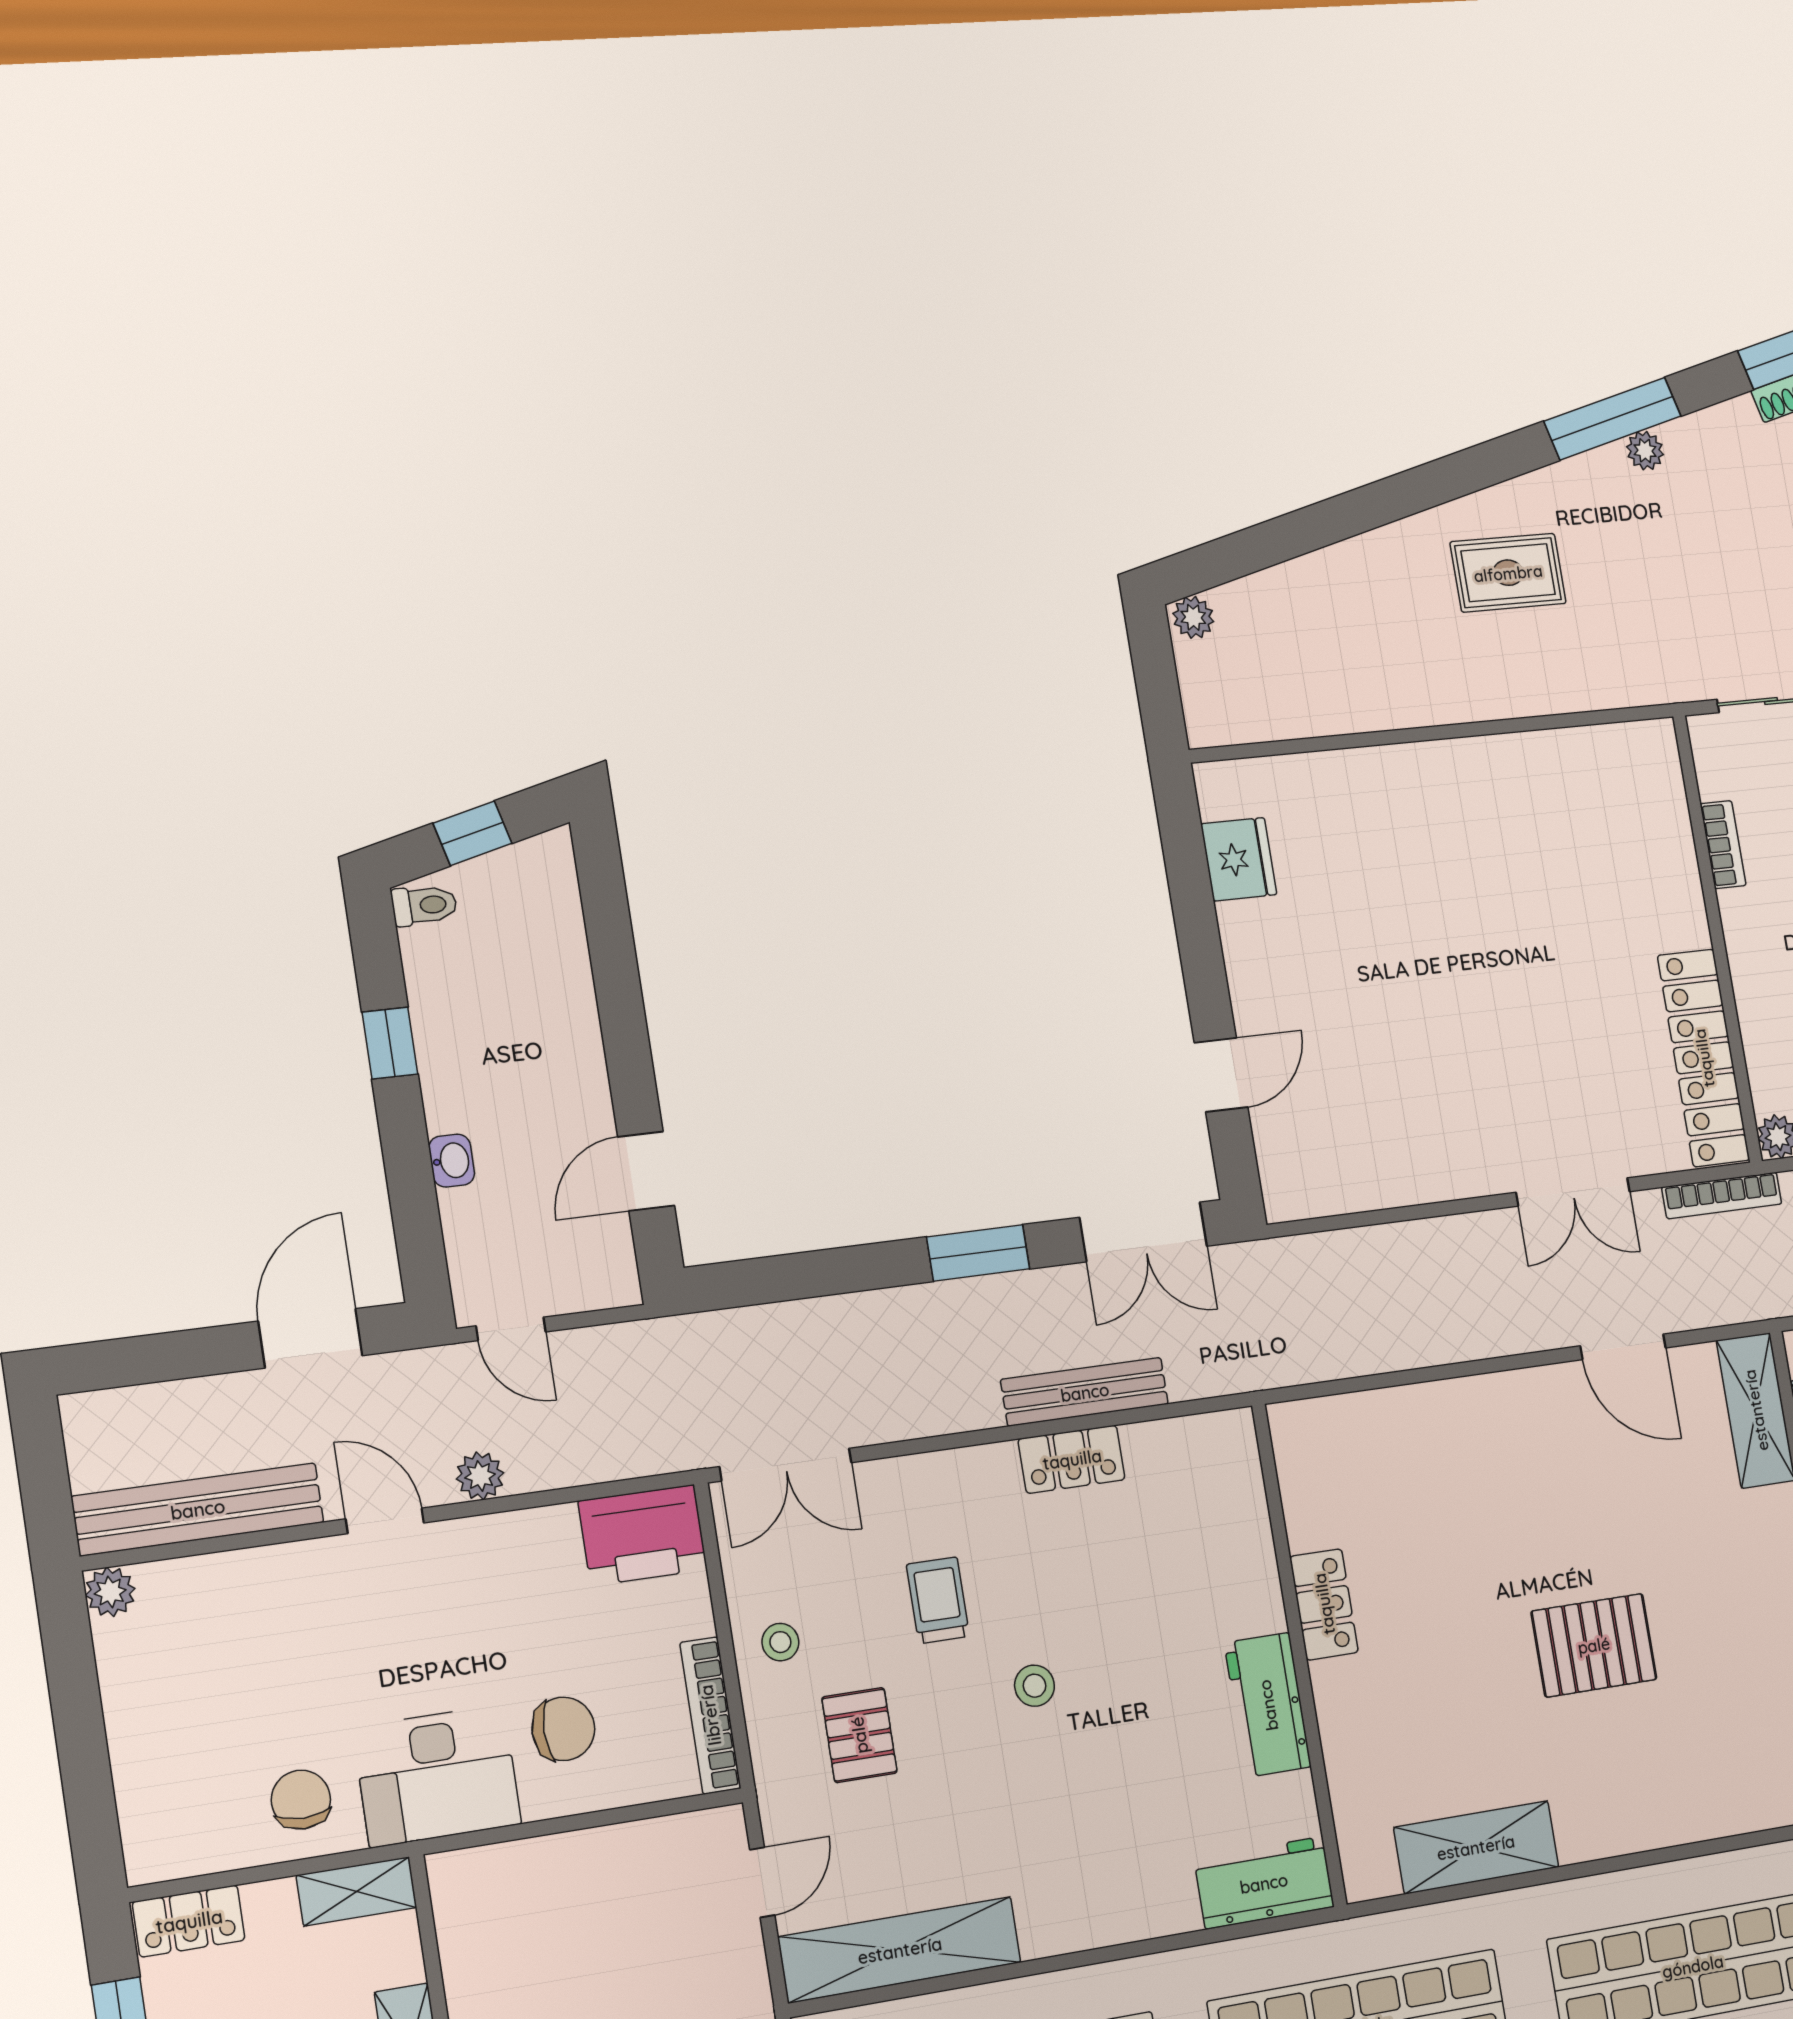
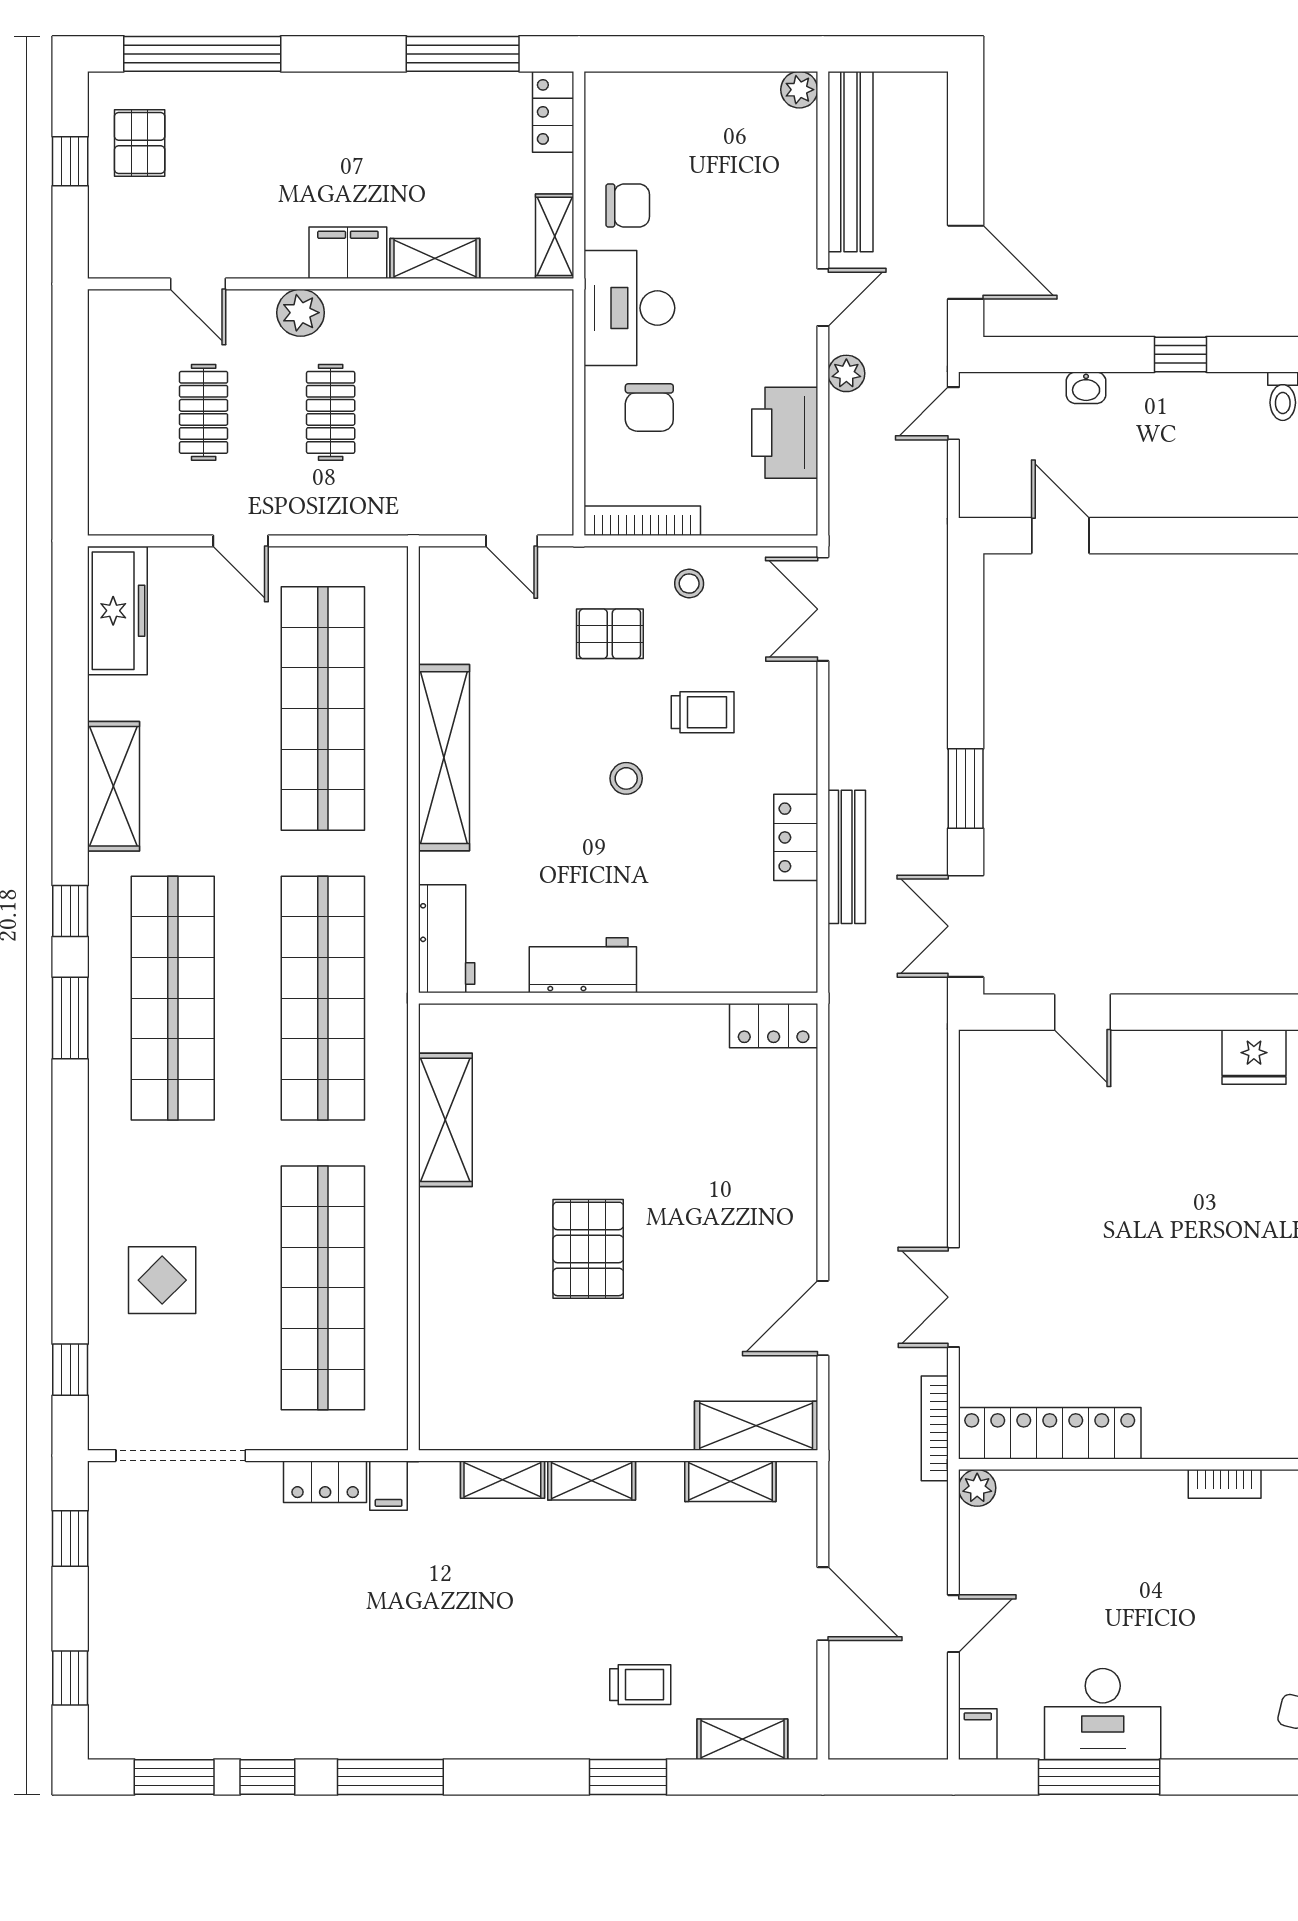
printer: (643, 1535) -> (785, 433), moved
locker: (1324, 1604) -> (774, 1026), moved
shelving: (900, 1950) -> (444, 758), moved

